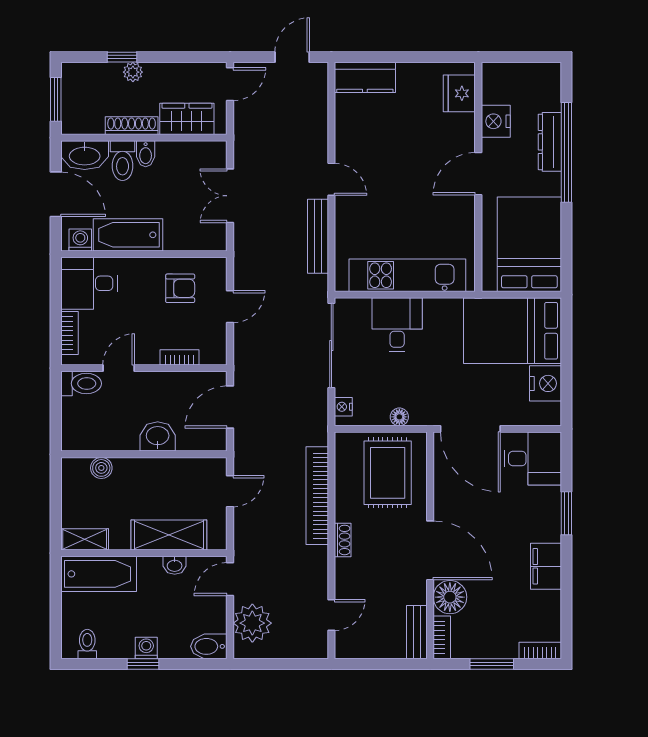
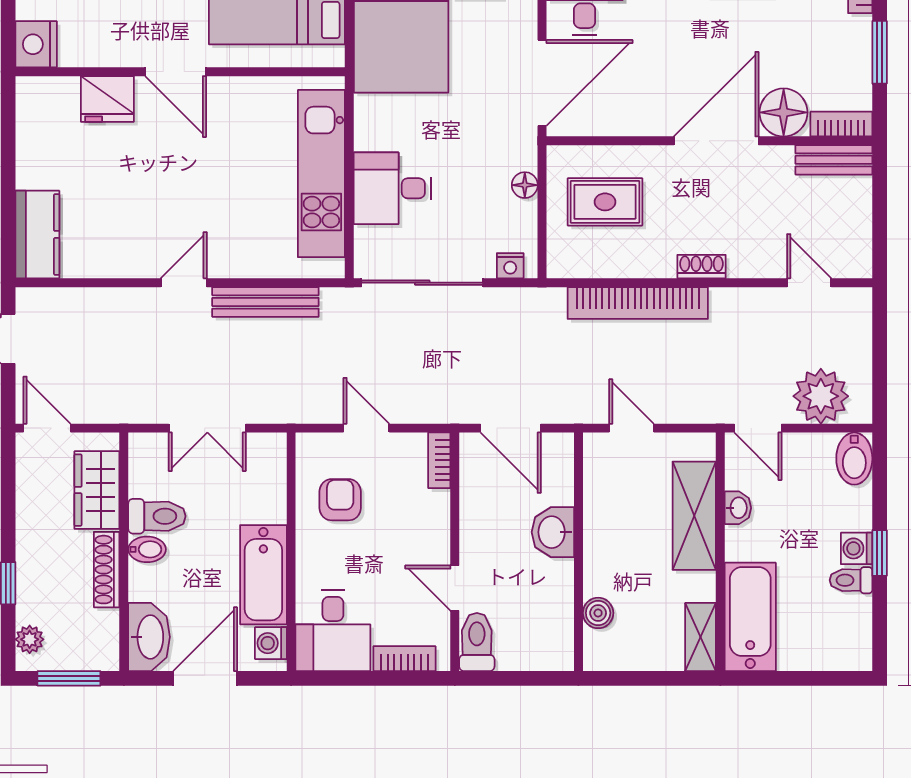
plant: (133, 72) -> (30, 639), moved
fridge: (459, 93) -> (107, 99), moved
nightstand: (496, 121) -> (36, 44), moved, turned 90
toilet: (123, 161) -> (157, 516), moved
bookcase: (179, 357) -> (439, 460), moved
rug: (388, 473) -> (605, 202), width x0.73, depth x0.70
toilet: (87, 644) -> (851, 580), moved

